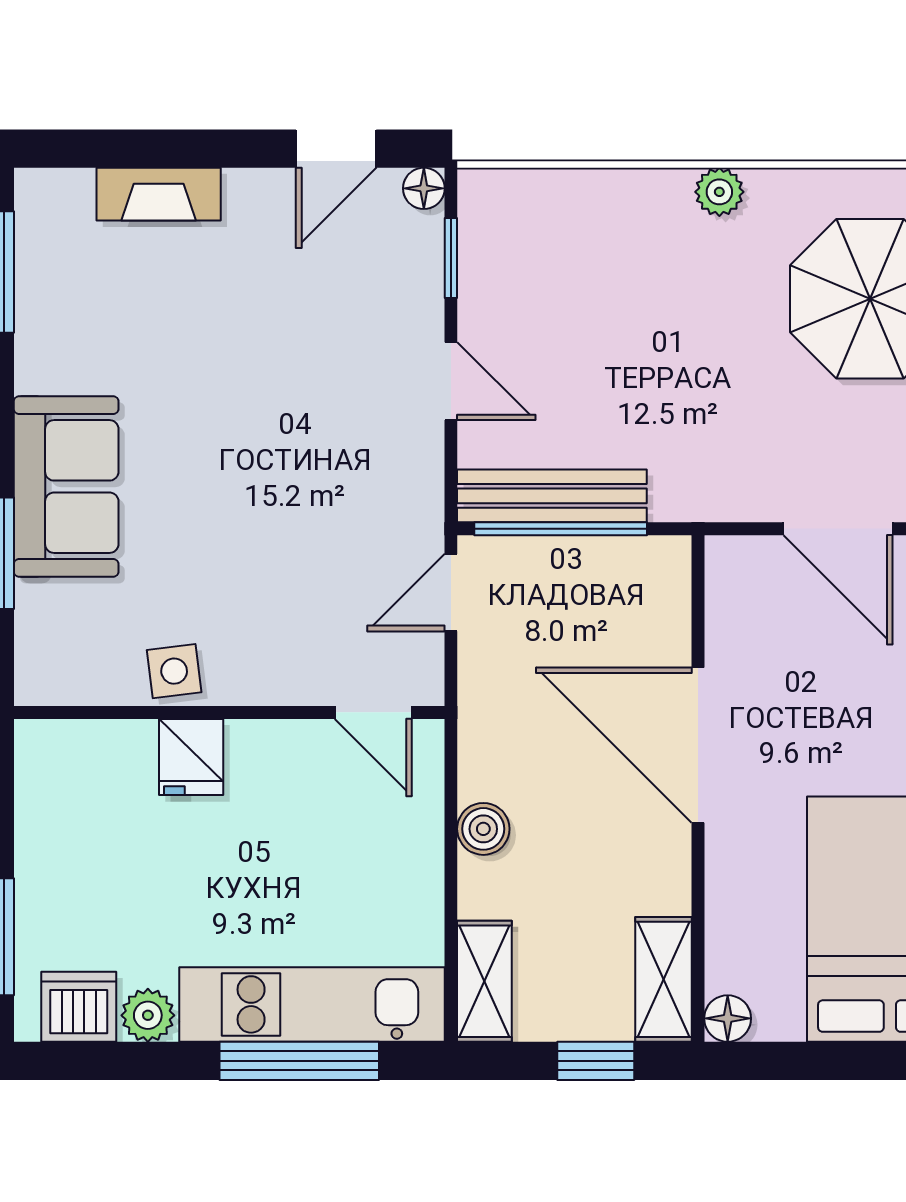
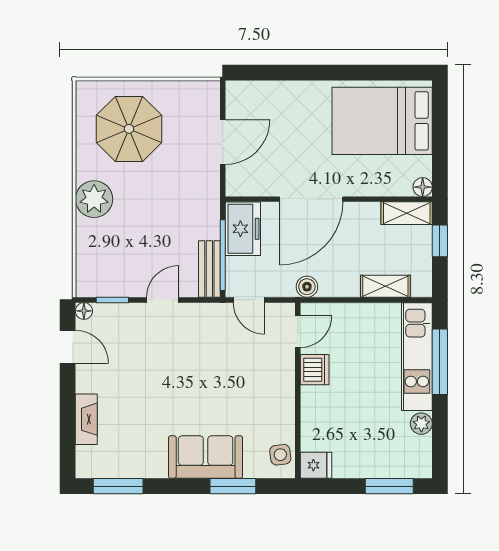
plant: (719, 192) -> (94, 199), width x1.87, depth x1.87
bench: (552, 496) -> (209, 269), width x0.73
freezer: (625, 578) -> (243, 229), added
side table: (174, 671) -> (280, 455), moved
fridge: (191, 757) -> (316, 465), moved
boiler: (483, 829) -> (307, 287), moved
shelving: (484, 981) -> (385, 286), moved
dishwasher: (79, 1007) -> (315, 370), moved, turned 180

